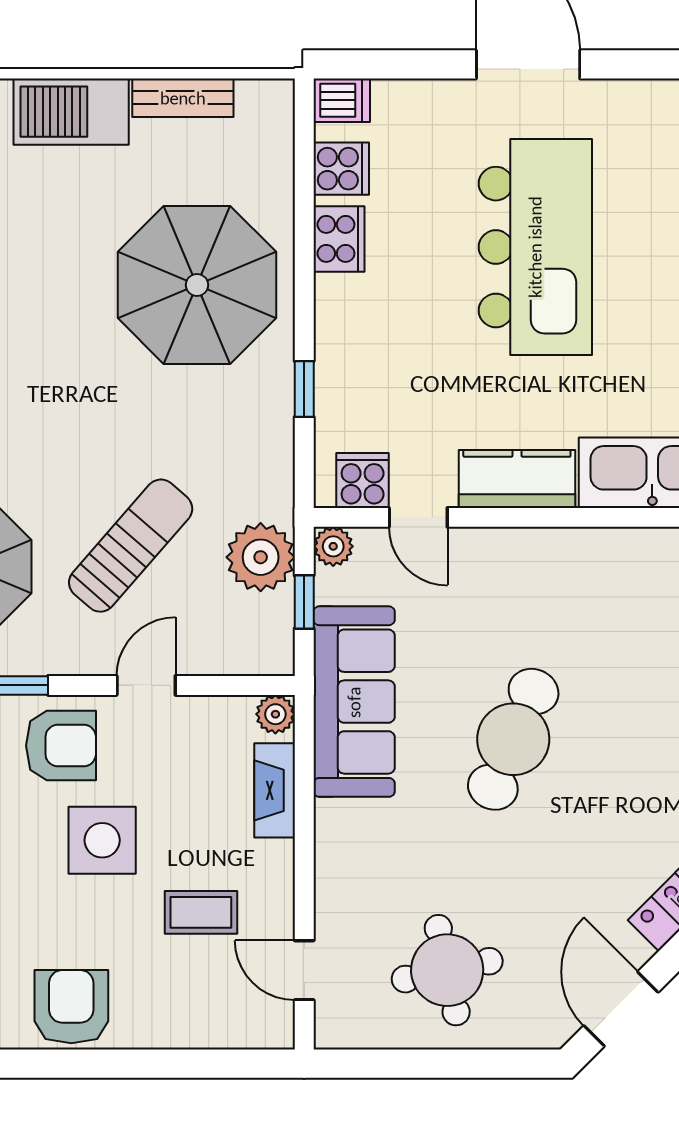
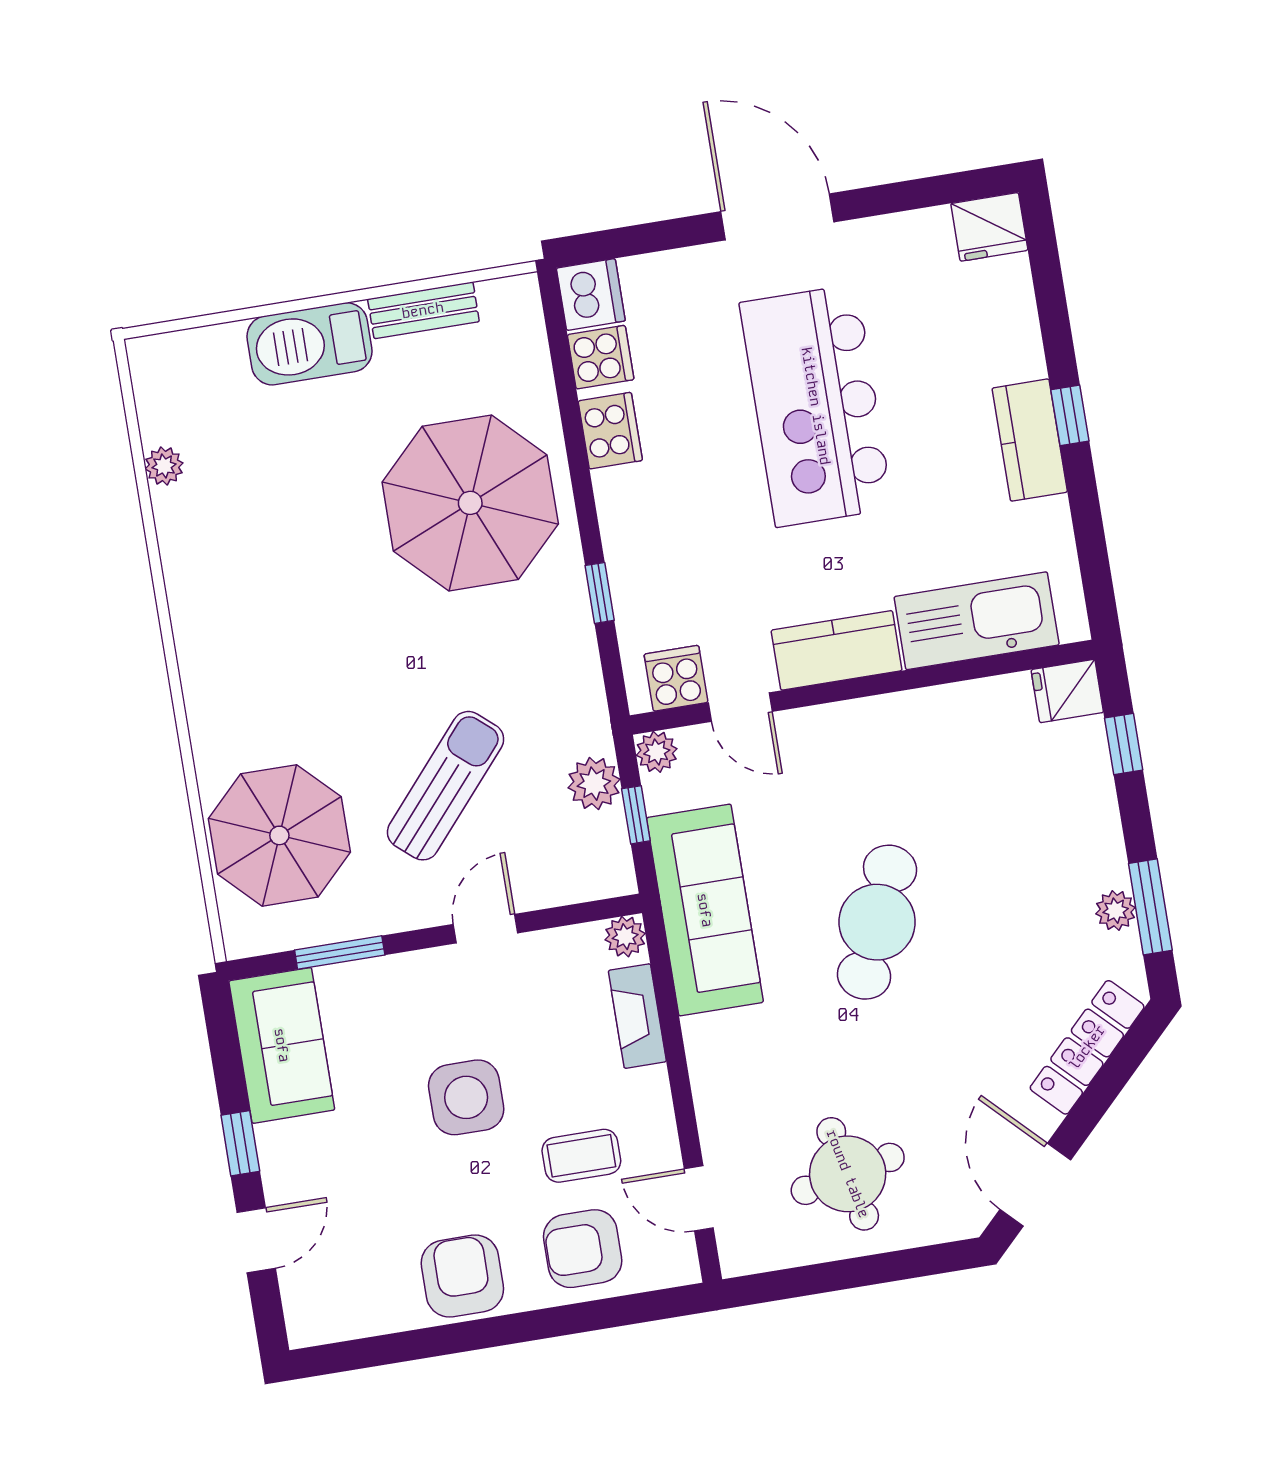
dishwasher: (342, 100) -> (591, 294), width x1.38
kitchen island: (535, 247) -> (816, 406), turned 180
plant: (261, 557) -> (594, 784), width x0.73, depth x0.73
armchair: (61, 746) -> (583, 1249), moved, turned 180

